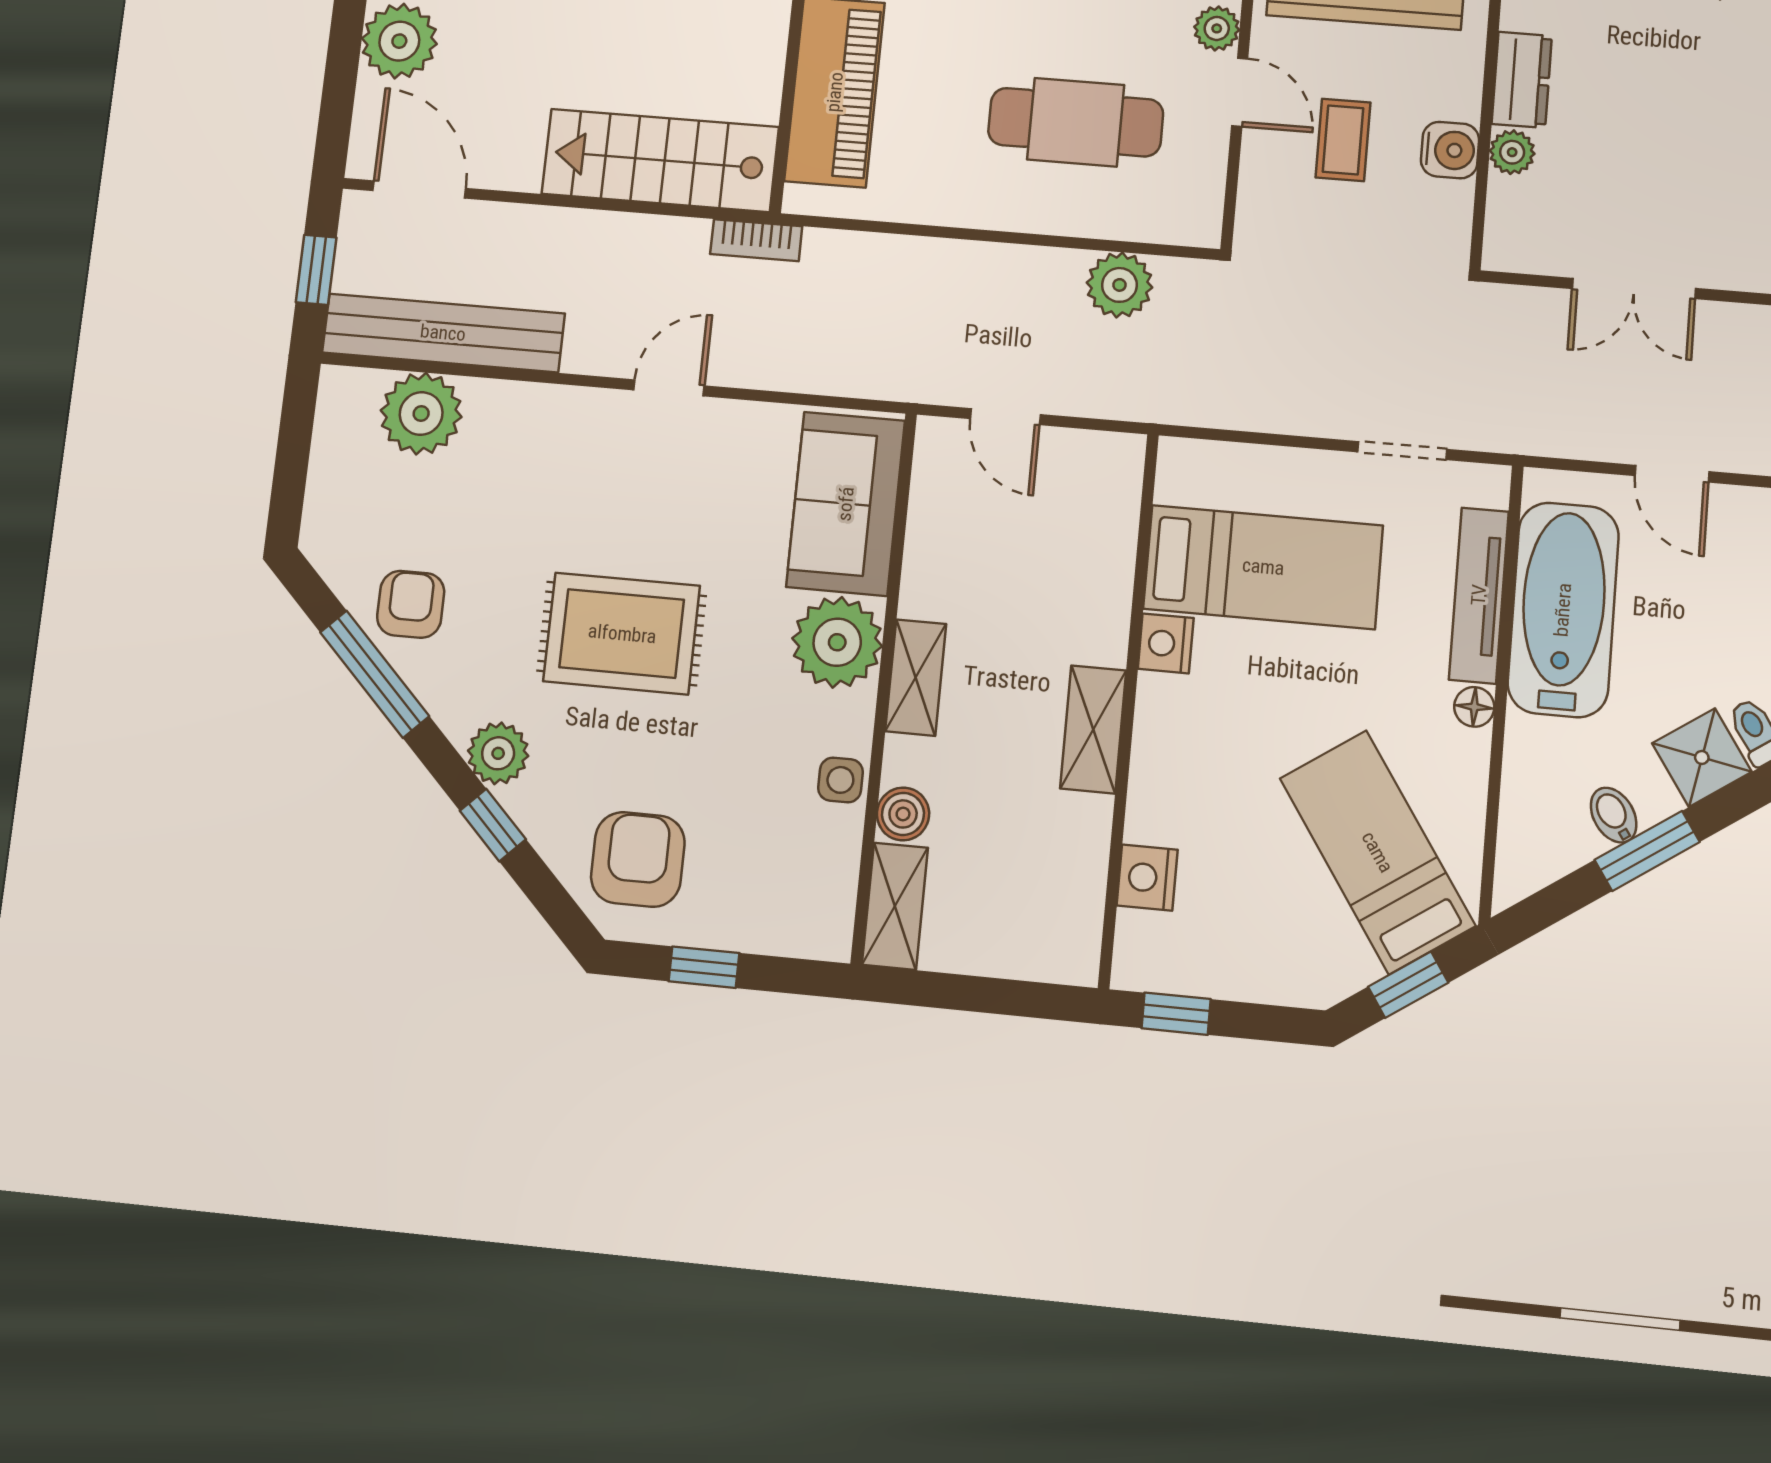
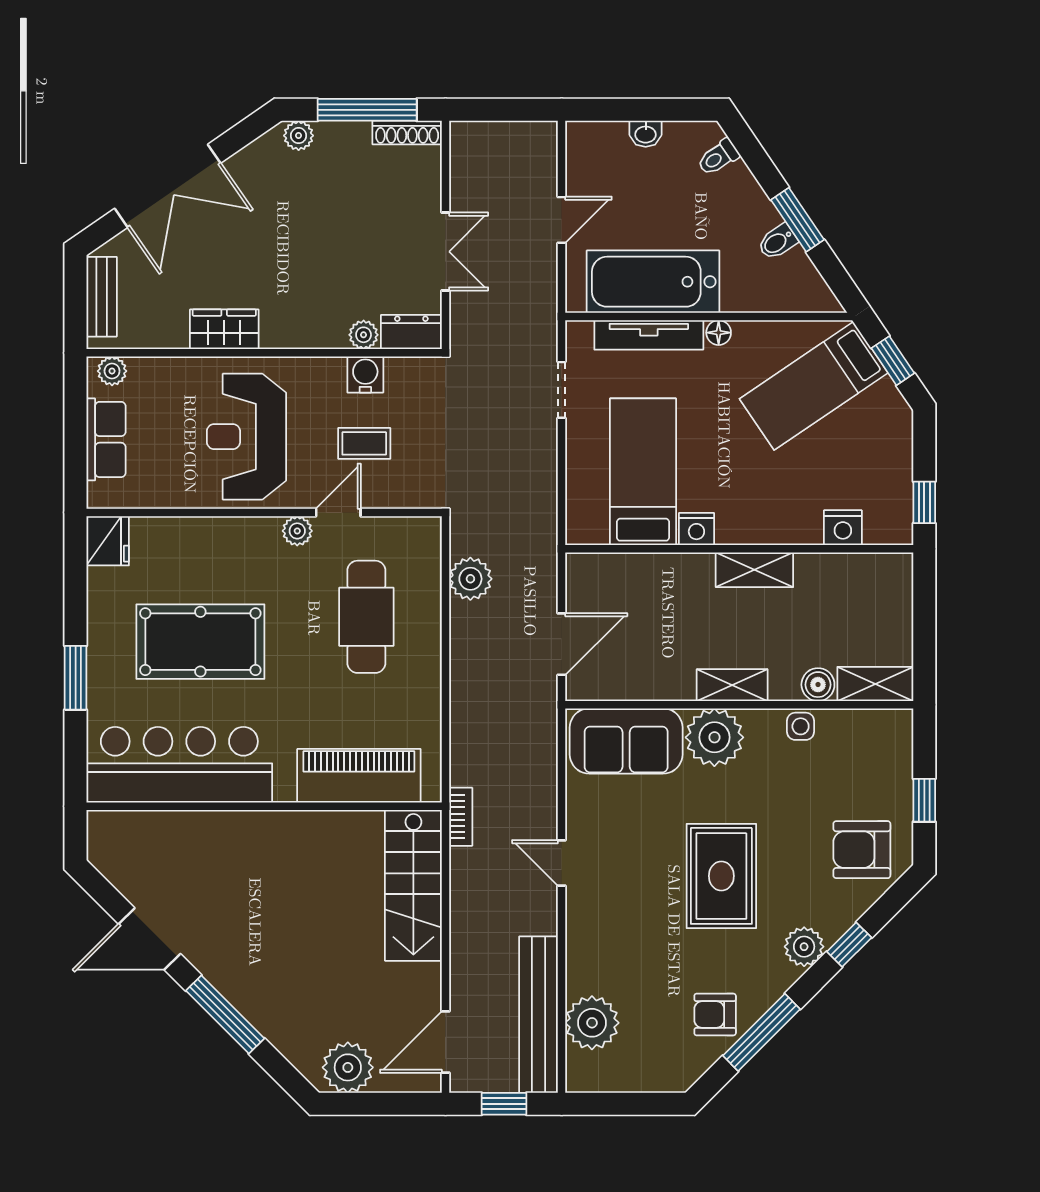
dresser: (1522, 80) -> (411, 332), moved
door: (1005, 417) -> (562, 644), width x1.38
shower: (1702, 757) -> (737, 190), removed

